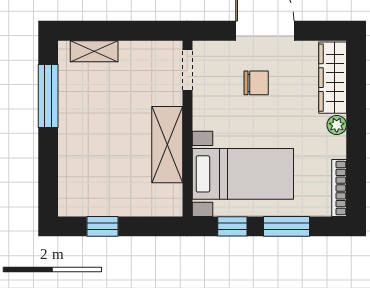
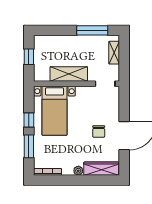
doorway: (187, 70) -> (105, 84), moved
wall: (187, 129) -> (77, 84), moved
shelving: (167, 145) -> (69, 74), moved
bed with nightstands: (243, 174) -> (54, 111), moved

